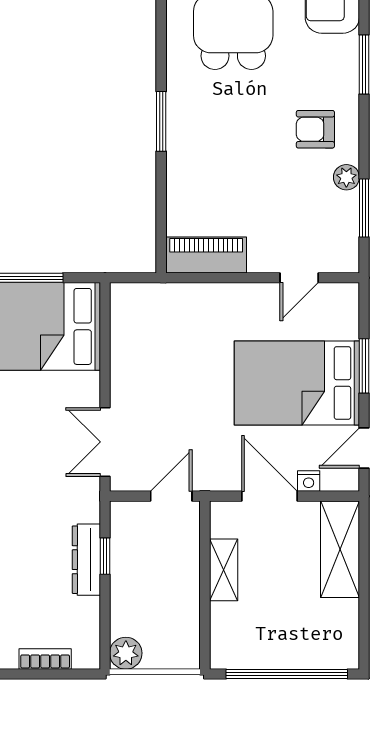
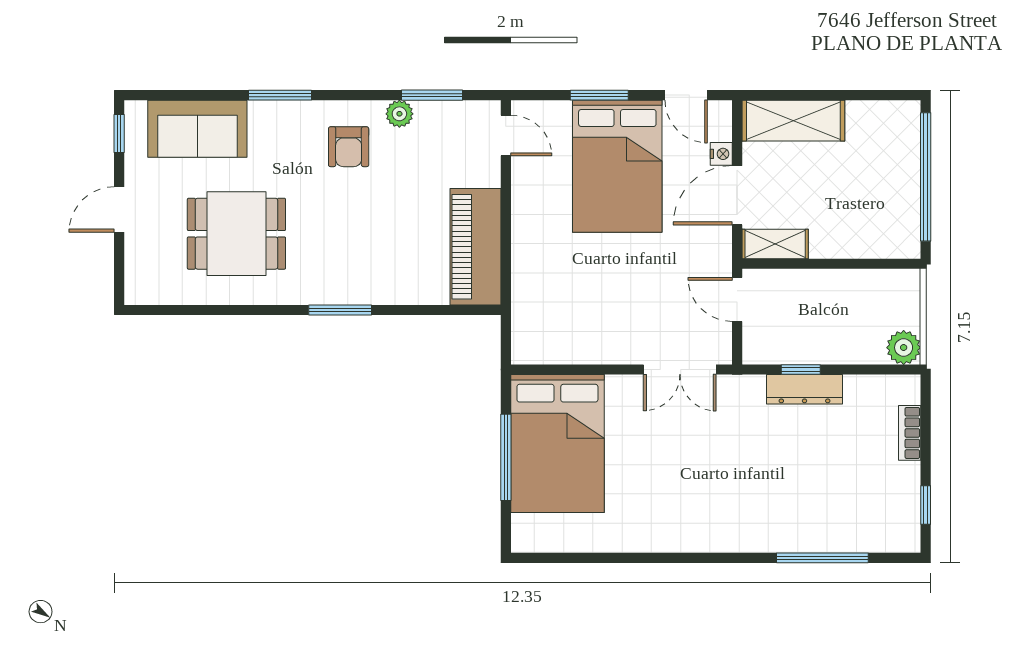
piano: (206, 255) -> (476, 247), width x1.37, depth x1.33
door: (299, 278) -> (506, 135), moved
shelving: (224, 570) -> (775, 244), moved

